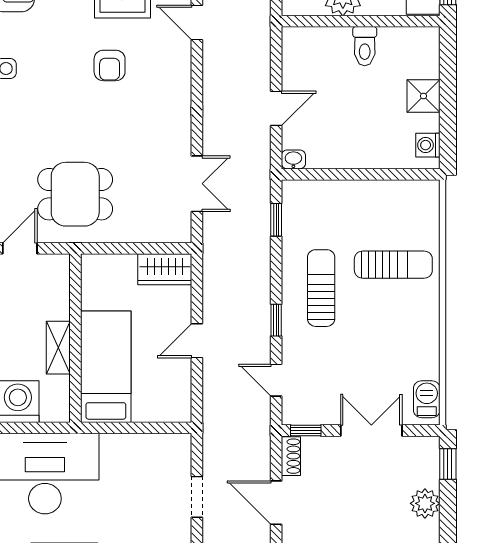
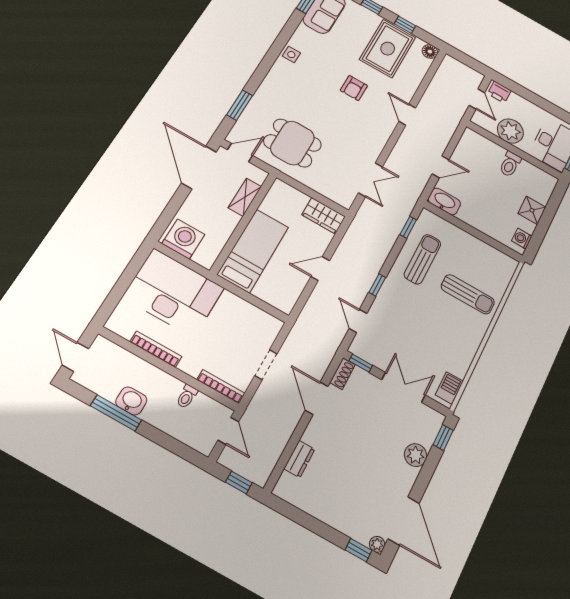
door: (197, 22) -> (407, 115), moved
washbasin: (293, 159) -> (444, 201), width x1.91, depth x1.45
sun lounger: (321, 288) -> (422, 259), moved
shelving: (58, 348) -> (245, 197), moved

